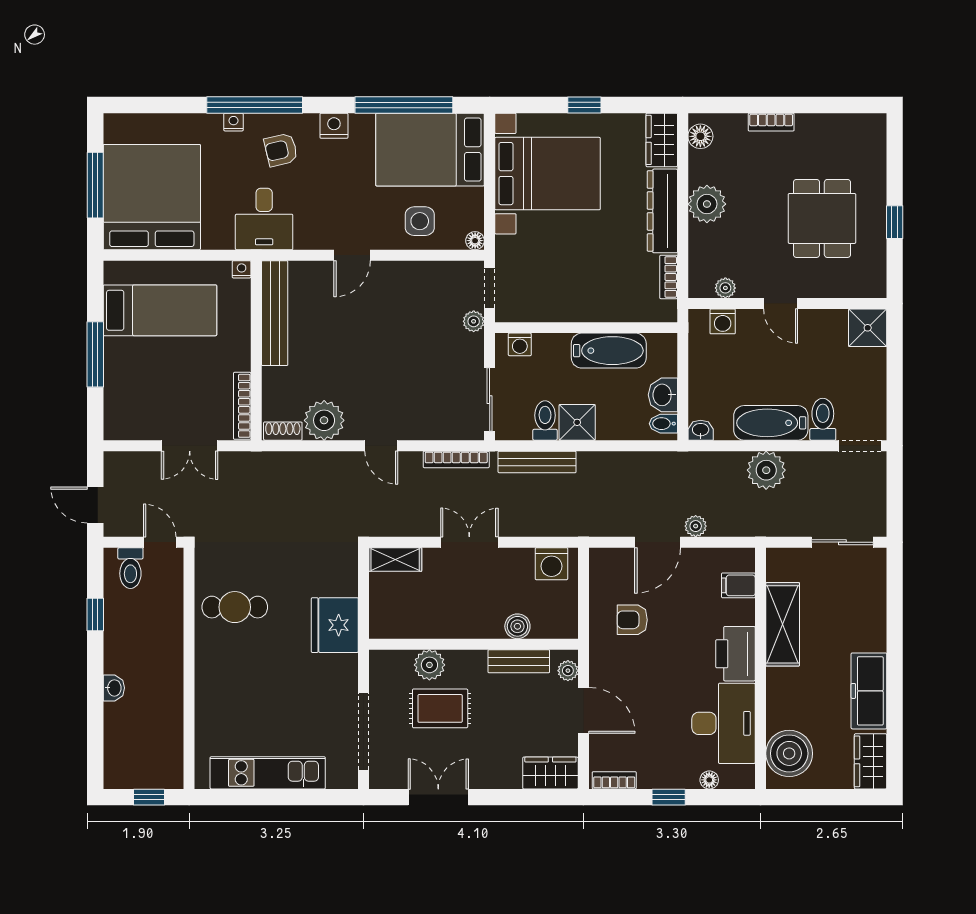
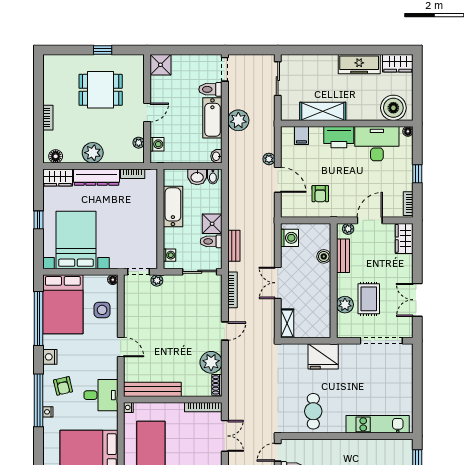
bench: (537, 462) -> (234, 246), width x0.73
kitchen unit: (268, 773) -> (378, 424), moved, turned 90
floor lamp: (709, 780) -> (408, 131), moved

